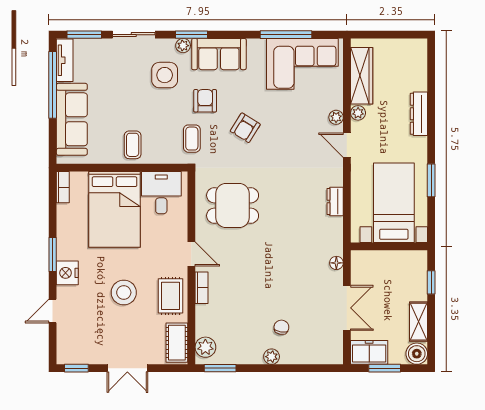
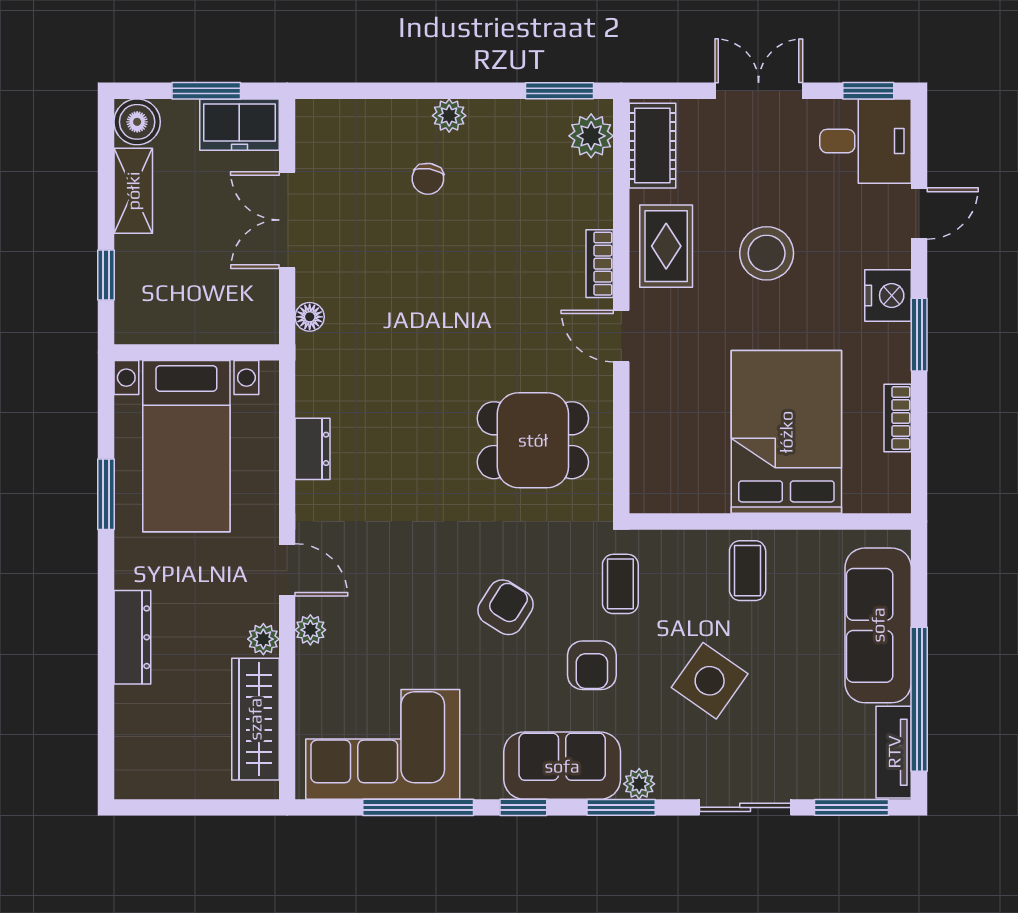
window: (237, 35) -> (523, 807), added
side table: (165, 75) -> (710, 681), moved, turned 35
bookcase: (63, 187) -> (898, 418), moved
desk: (161, 193) -> (866, 141), moved, turned -90

